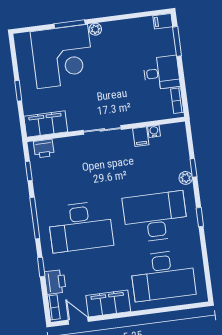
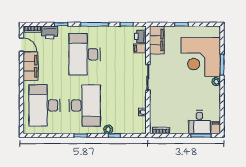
desk: (161, 73) -> (199, 122), moved
filing cabinet: (141, 137) -> (140, 48), moved
door: (78, 321) -> (21, 45), hinge flipped

